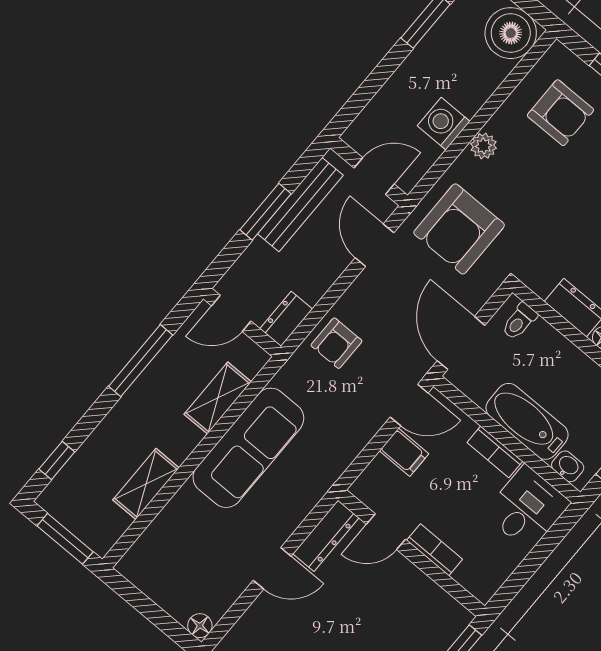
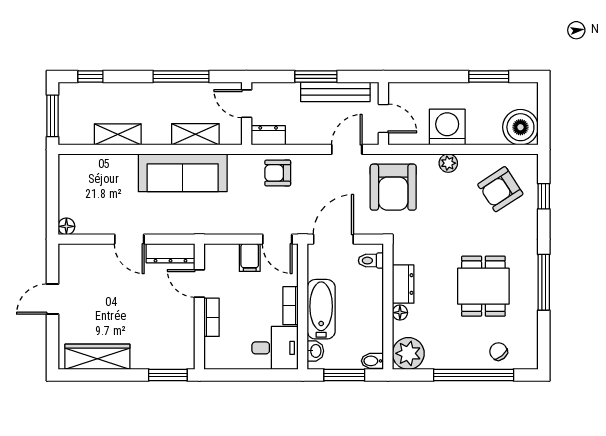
armchair: (560, 113) -> (500, 189), turned 57
washing machine: (444, 124) -> (447, 127), width x1.37, depth x1.37
armchair: (459, 229) -> (393, 187), turned -90

